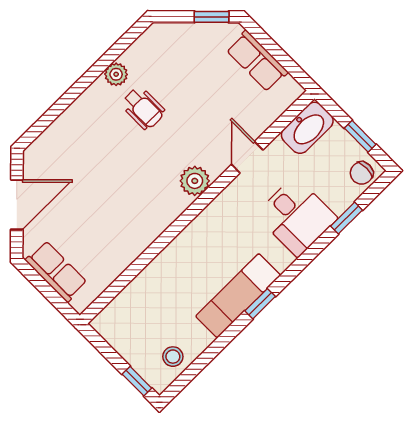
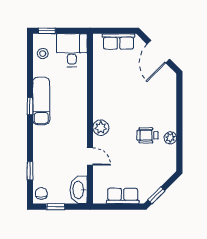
desk: (296, 216) -> (72, 50), moved, turned 90

